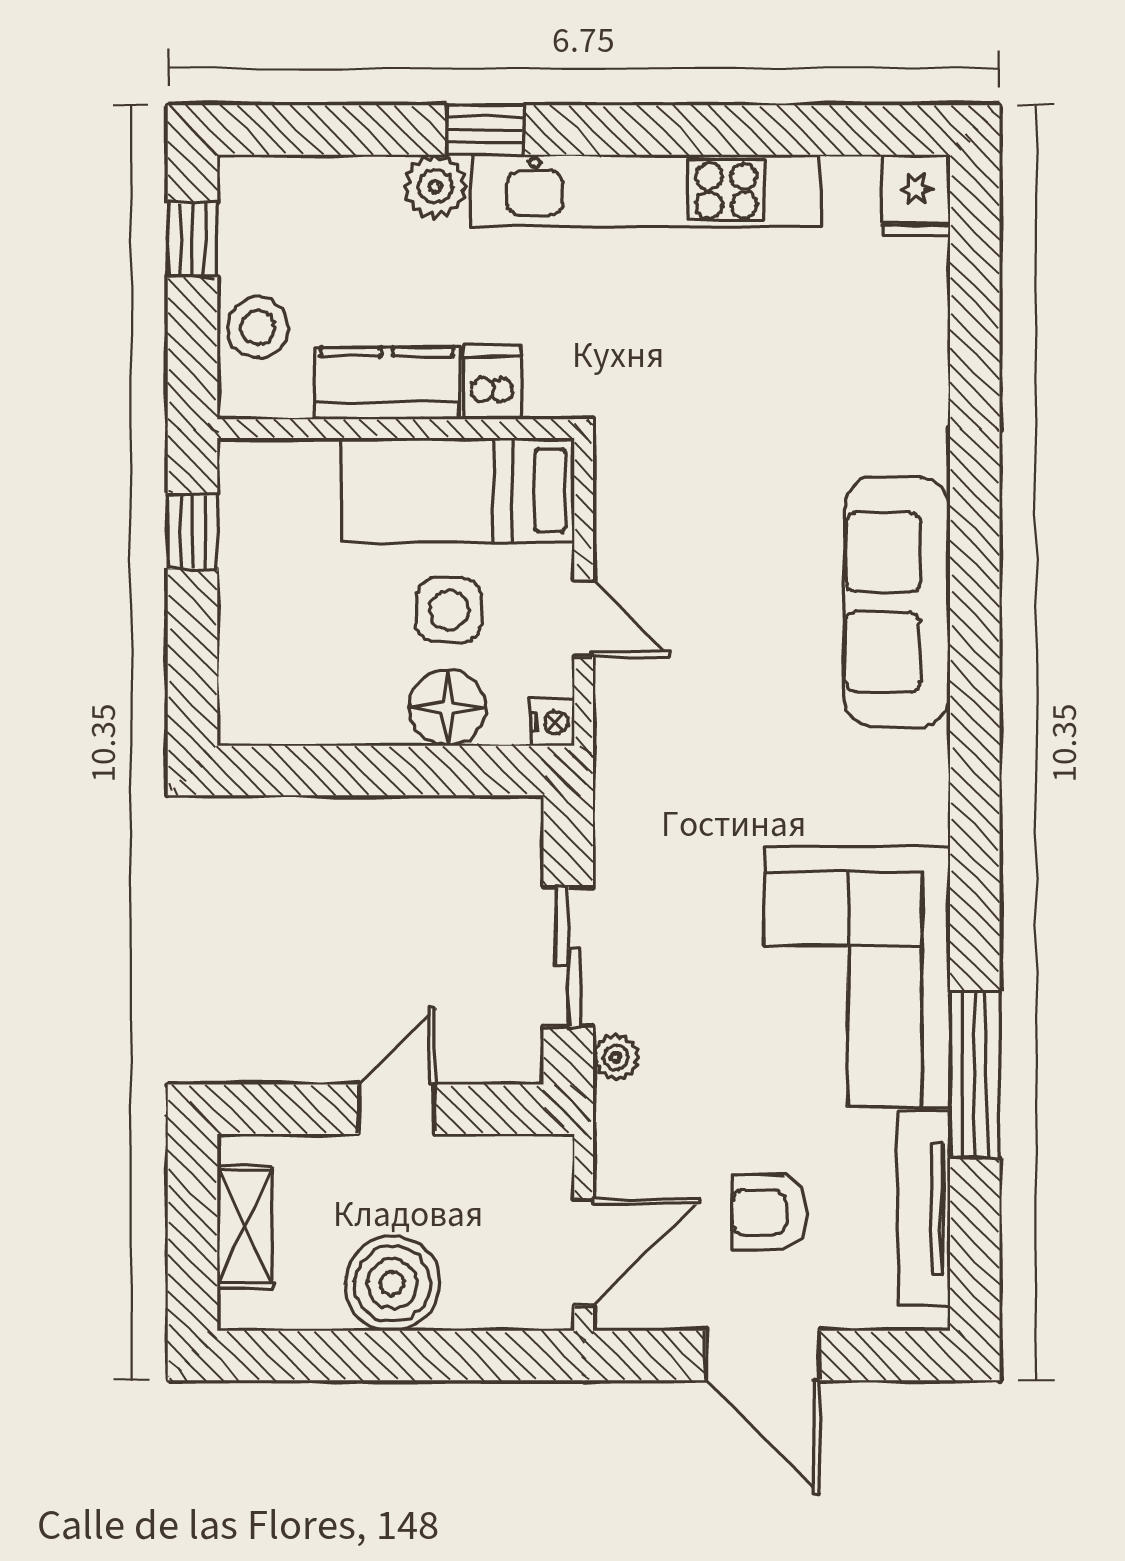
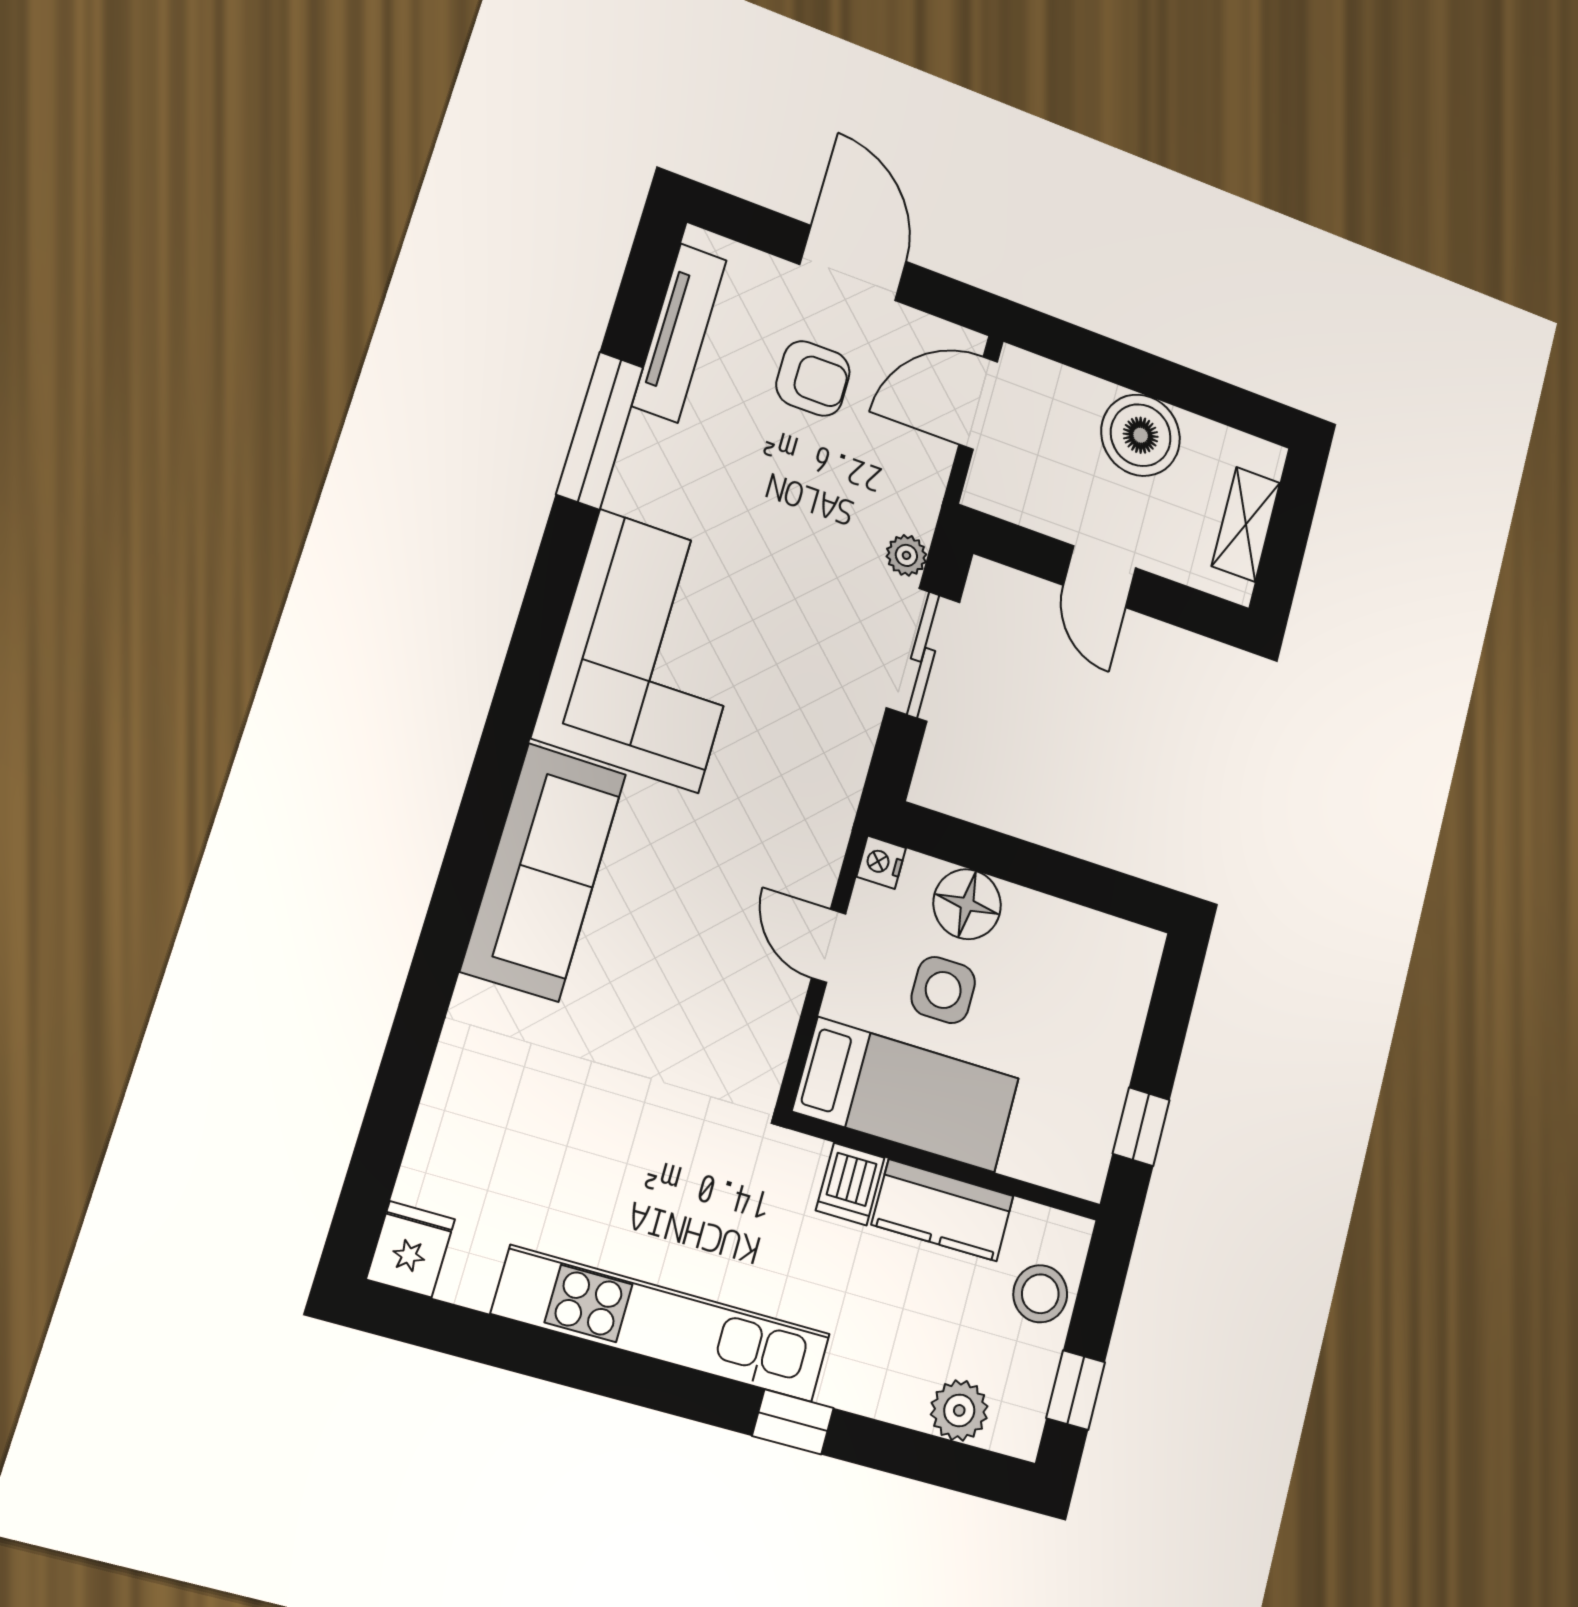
plant: (435, 186) -> (959, 1410), moved
corner sofa: (857, 977) -> (649, 651), moved
door: (397, 1109) -> (1100, 577), hinge flipped

